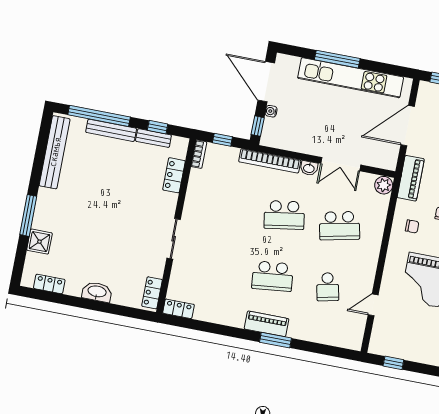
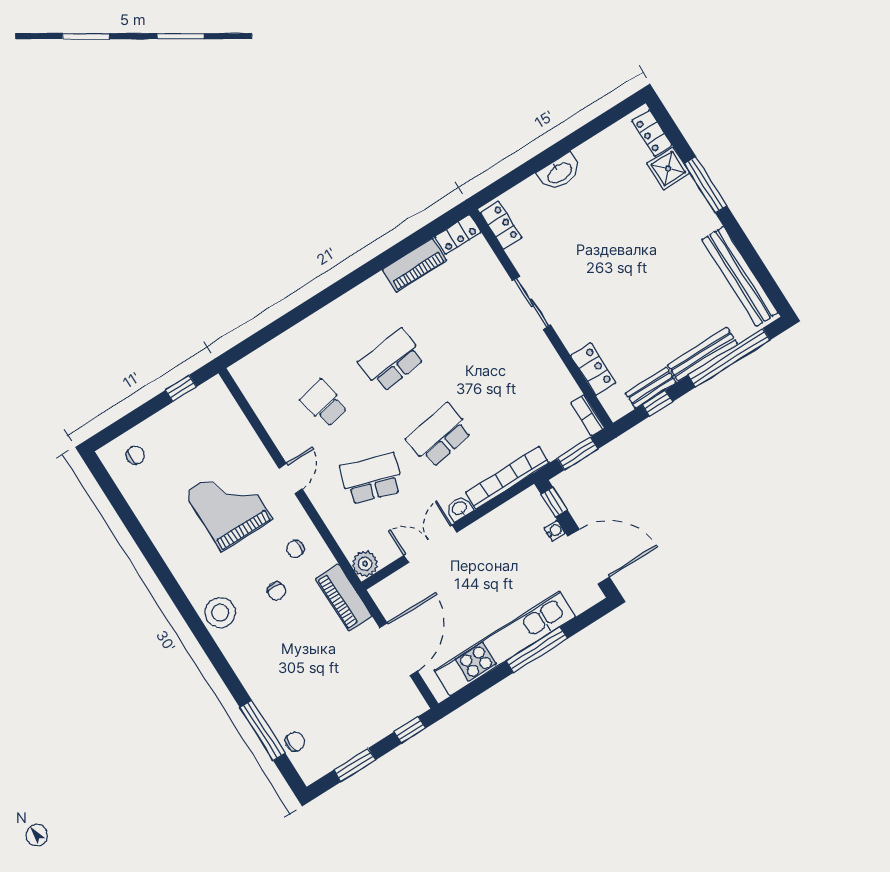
window: (222, 140) -> (577, 454), width x1.50
school desk: (339, 226) -> (372, 478), turned 30
locker: (49, 284) -> (652, 133), moved, turned 90
door: (373, 305) -> (291, 479), moved
piano: (267, 324) -> (415, 265), moved
window: (275, 340) -> (326, 297), removed

